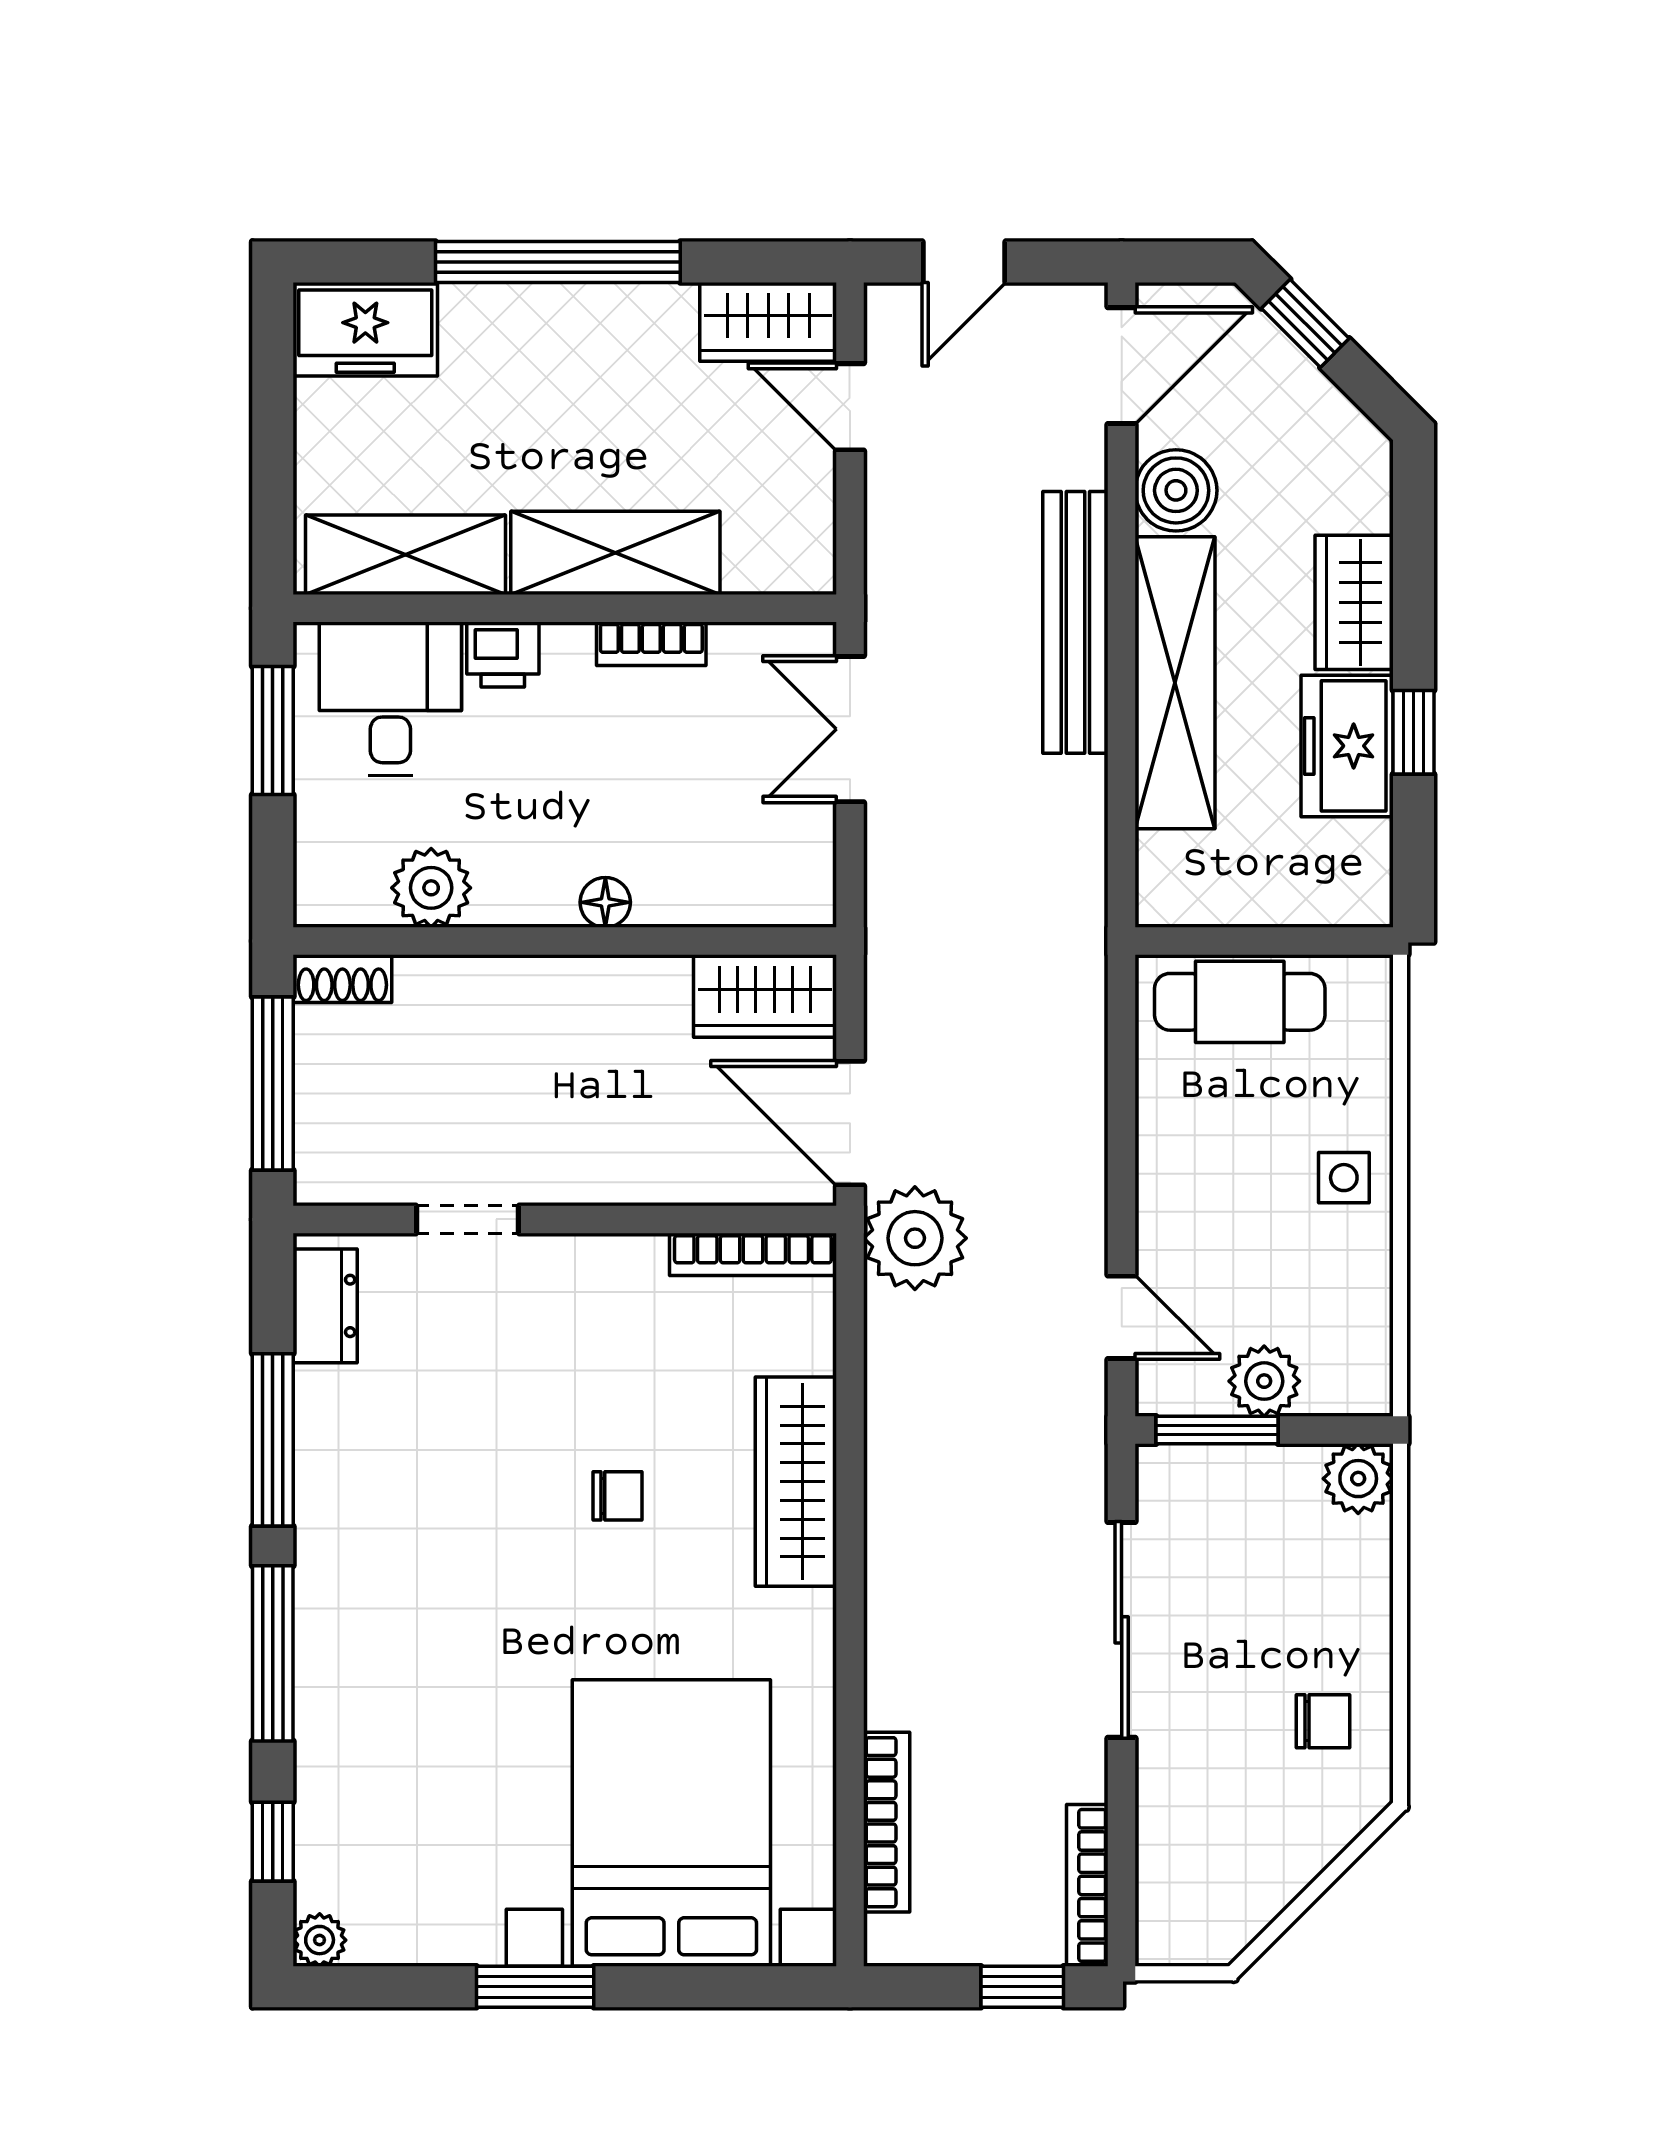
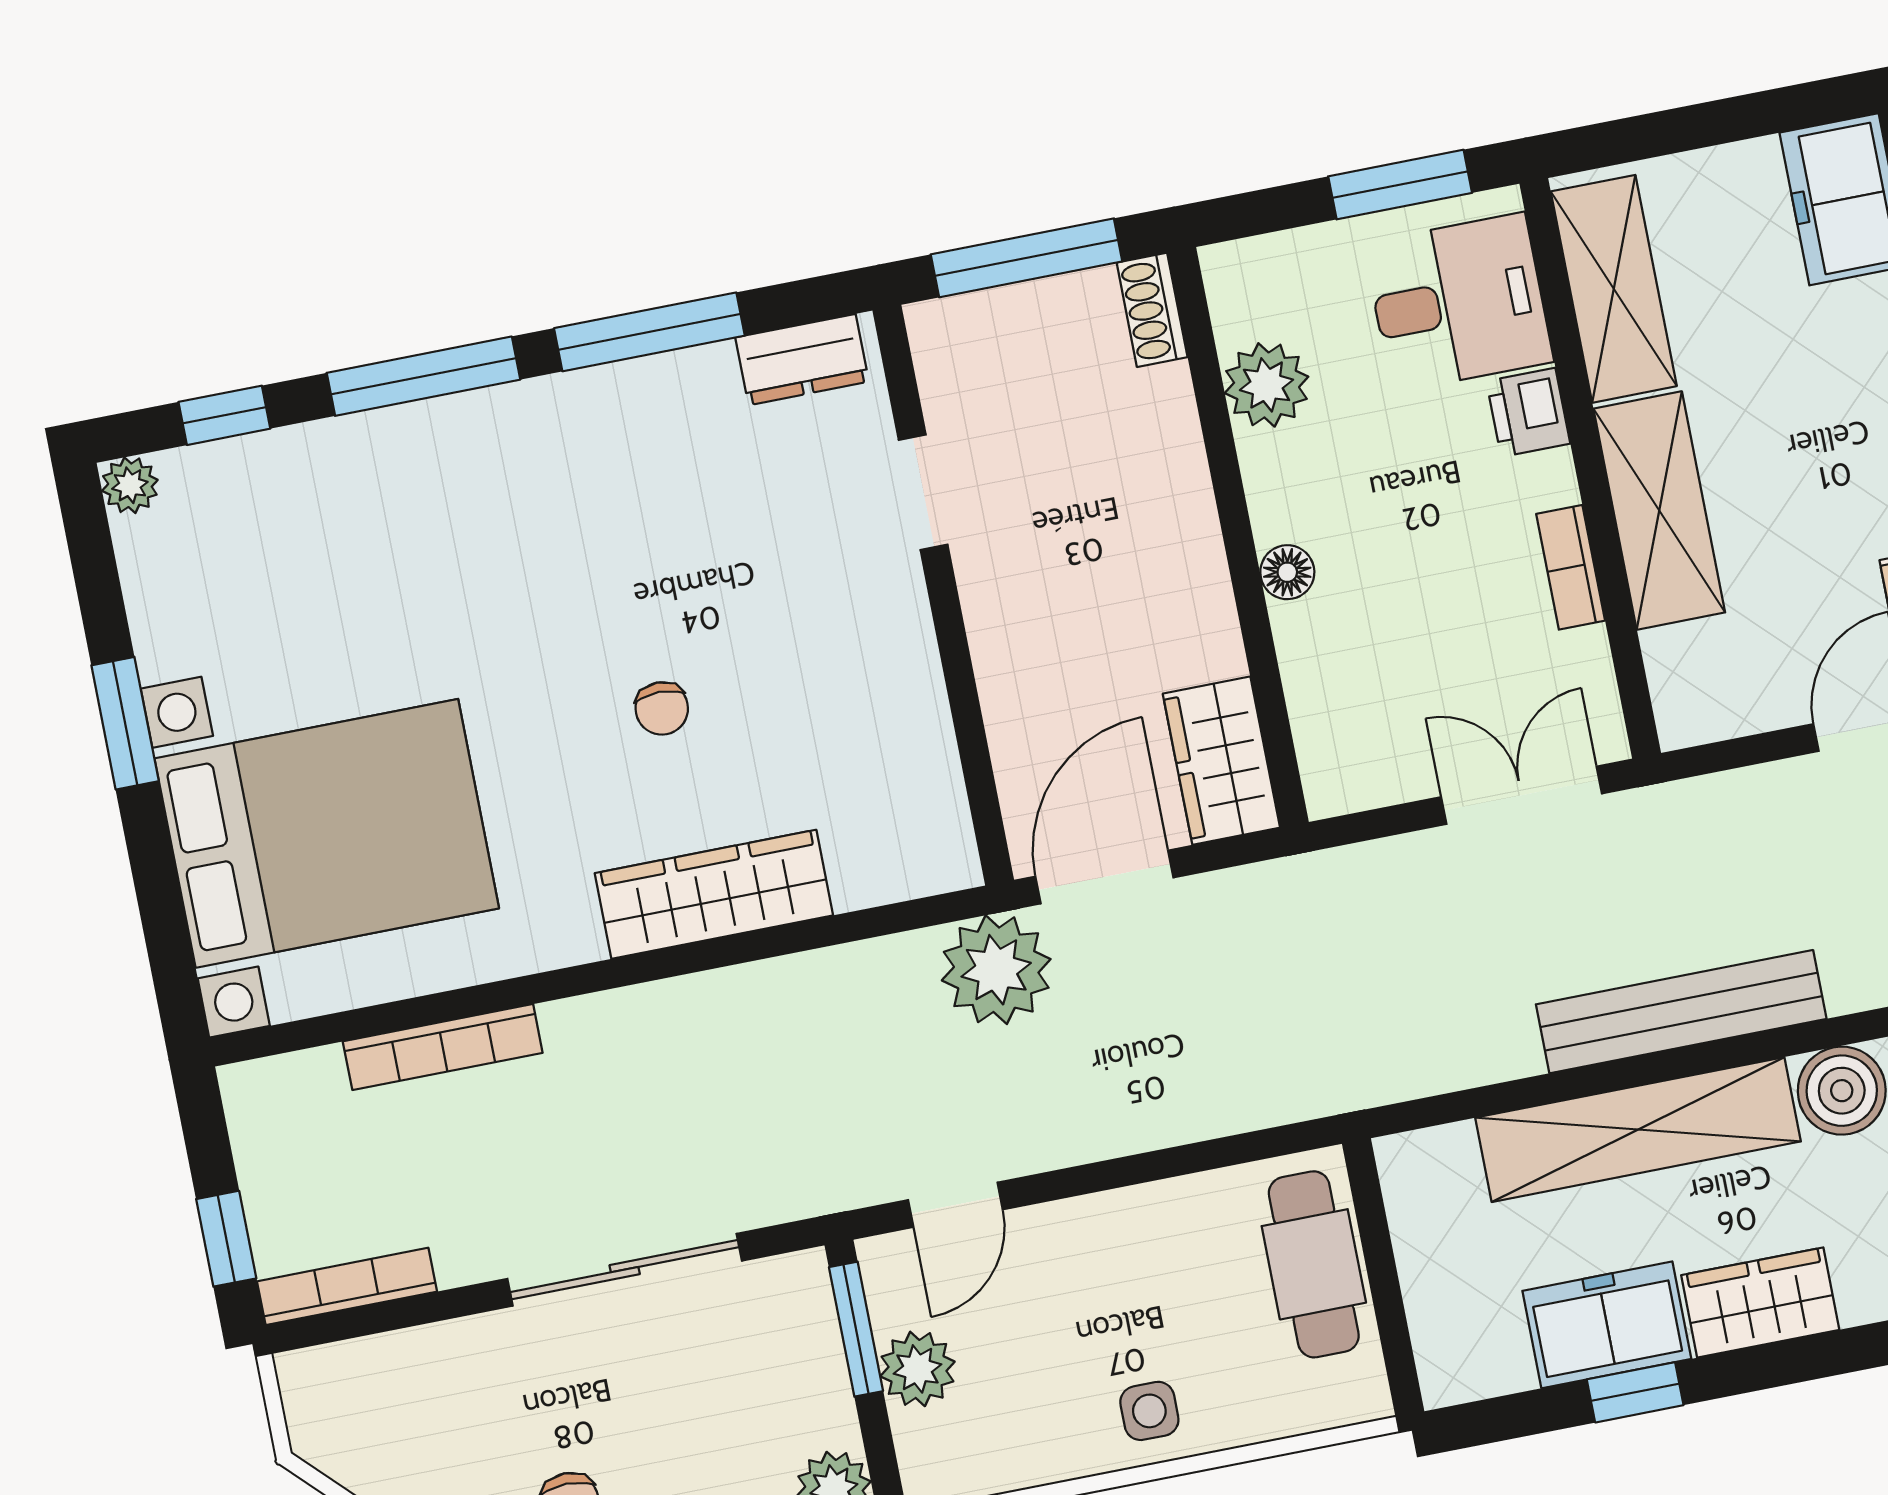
bookcase: (753, 1254) -> (945, 802), removed
bookcase: (887, 1822) -> (443, 1047), moved

